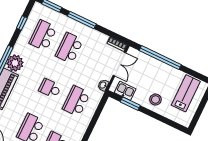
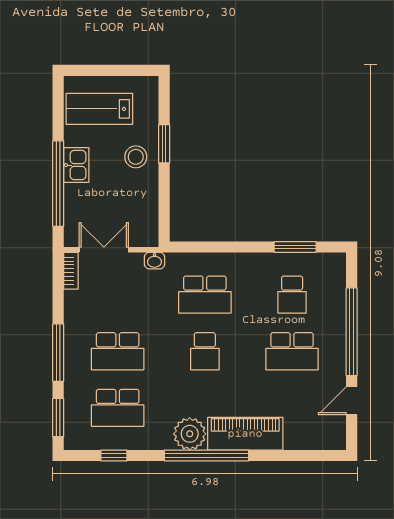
kitchen sink: (125, 91) -> (76, 165), moved, turned 180
window: (130, 104) -> (164, 144), moved

